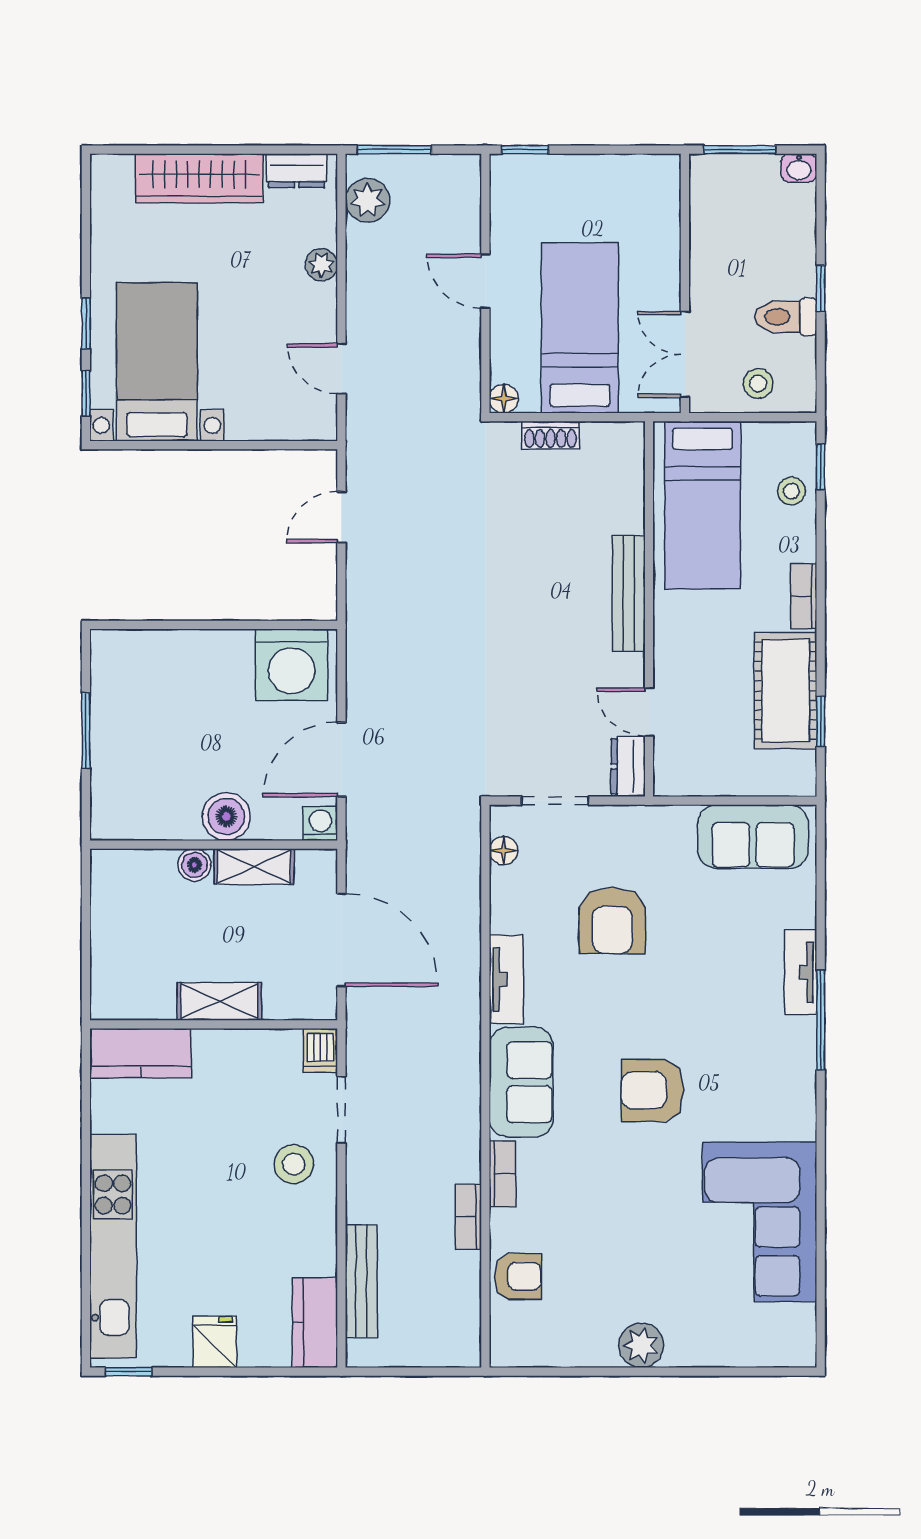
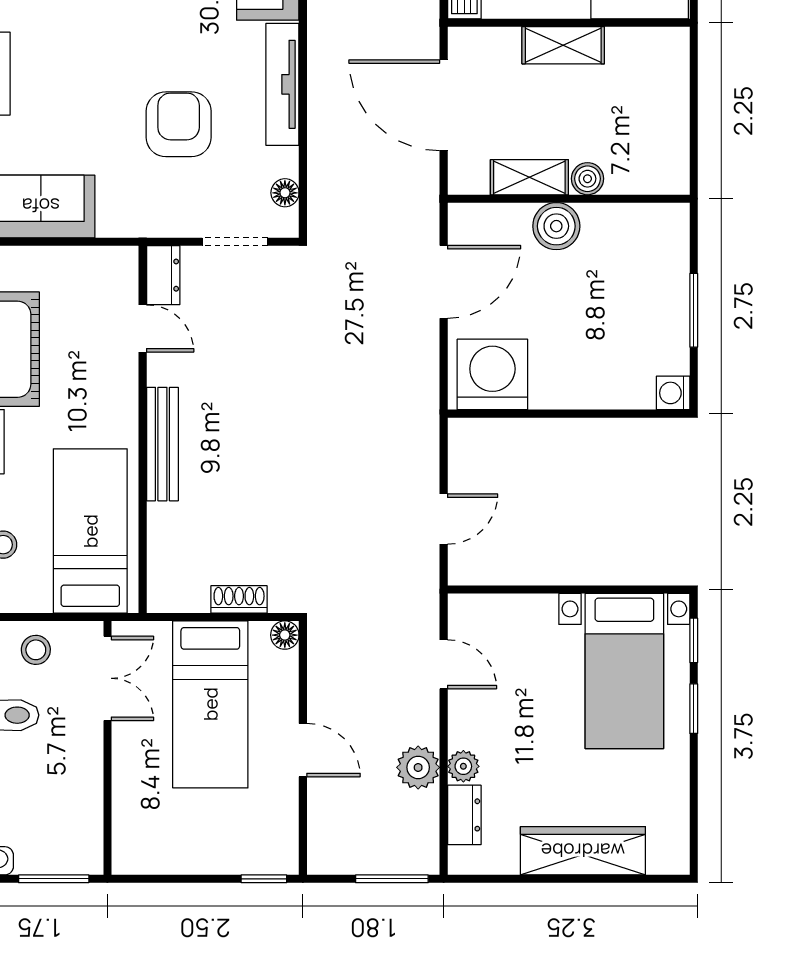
dresser: (297, 171) -> (464, 815), moved, turned 90
plant: (368, 200) -> (418, 767), moved
washing machine: (320, 823) -> (673, 393), moved, turned 90
tv unit: (506, 979) -> (282, 84), width x1.41

